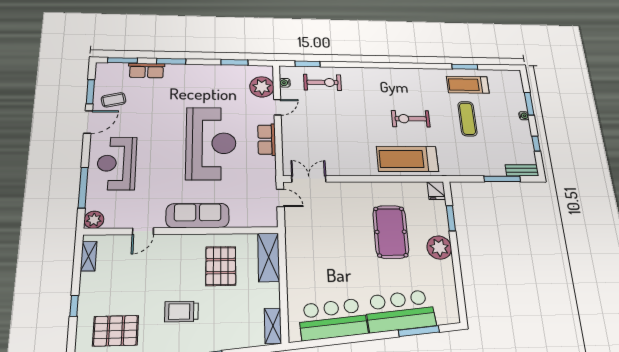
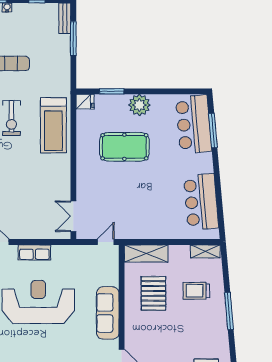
door: (280, 198) -> (106, 242), moved
pallet: (221, 266) -> (153, 293), turned 90
trolley: (182, 311) -> (196, 291), moved, turned 90
bar counter: (400, 311) -> (194, 124), moved

